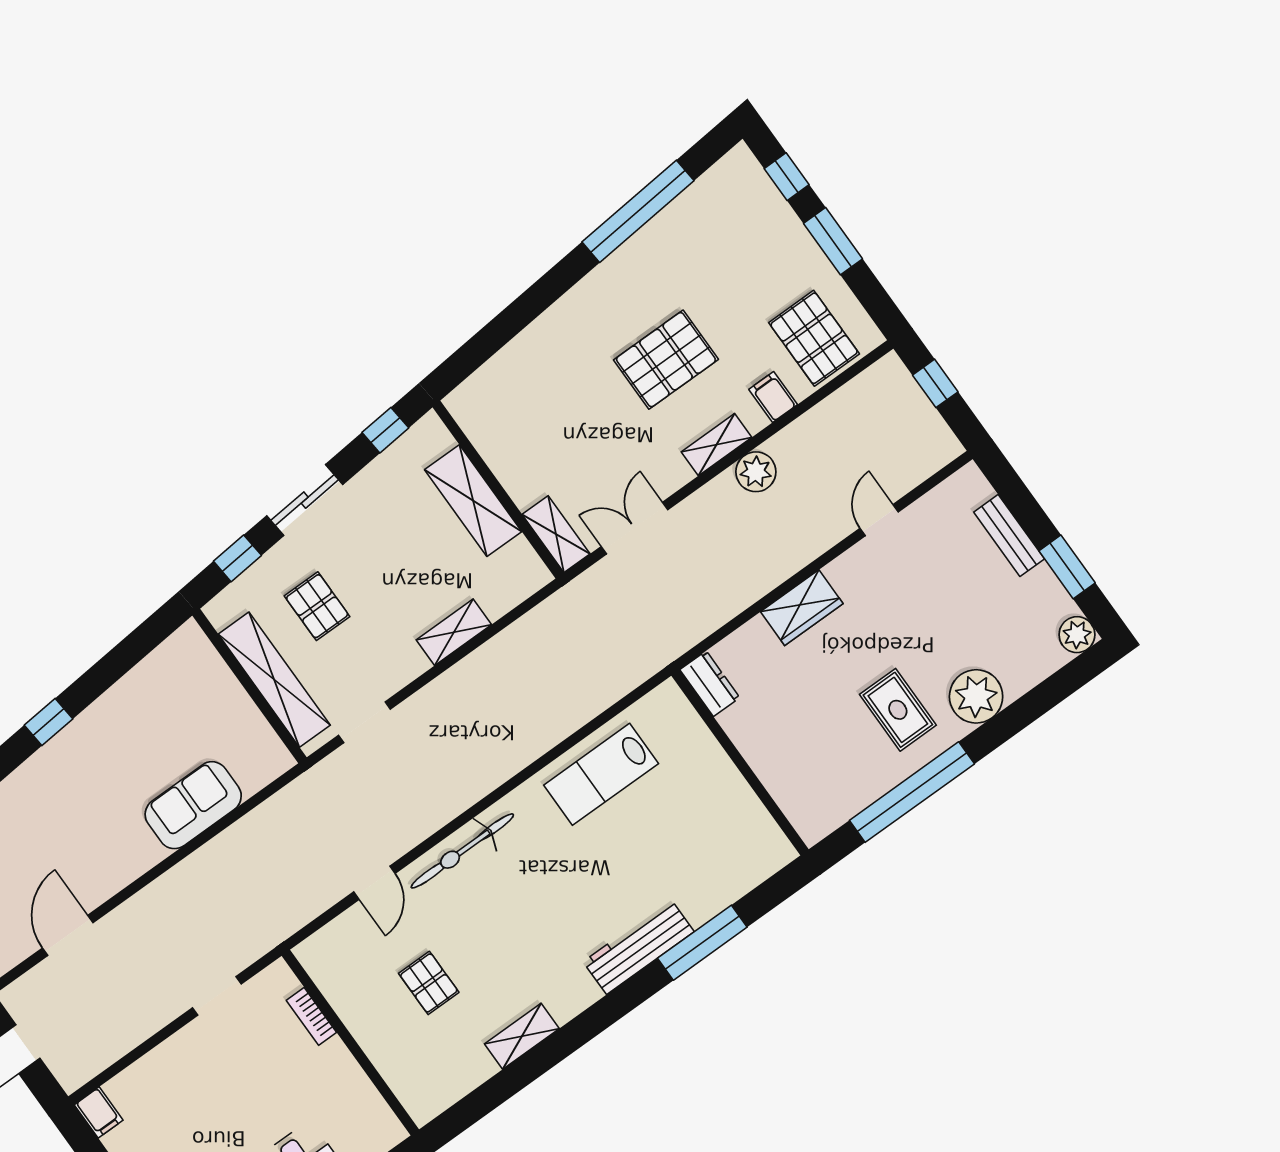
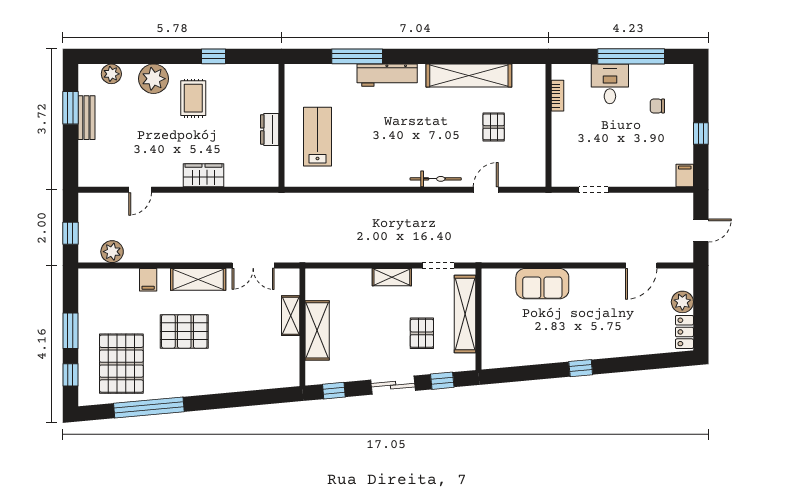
pallet: (814, 338) -> (121, 364), moved, width x1.37, depth x1.41
shelving: (717, 445) -> (198, 279), width x1.50, depth x1.33
plant: (756, 472) -> (112, 252), moved
shelving: (556, 534) -> (291, 316), moved
bench: (1009, 535) -> (86, 118), moved
shelving: (454, 632) -> (392, 277), moved
plant: (1077, 635) -> (111, 74), moved
dresser: (710, 684) -> (270, 129), moved
lab bench: (601, 774) -> (318, 137), moved, turned -90
window: (912, 792) -> (214, 56), width x0.32
bicycle: (462, 851) -> (436, 179), width x0.73, depth x0.71
bookcase: (311, 1016) -> (557, 96), moved
shelving: (522, 1036) -> (469, 76), width x2.20, depth x1.33

